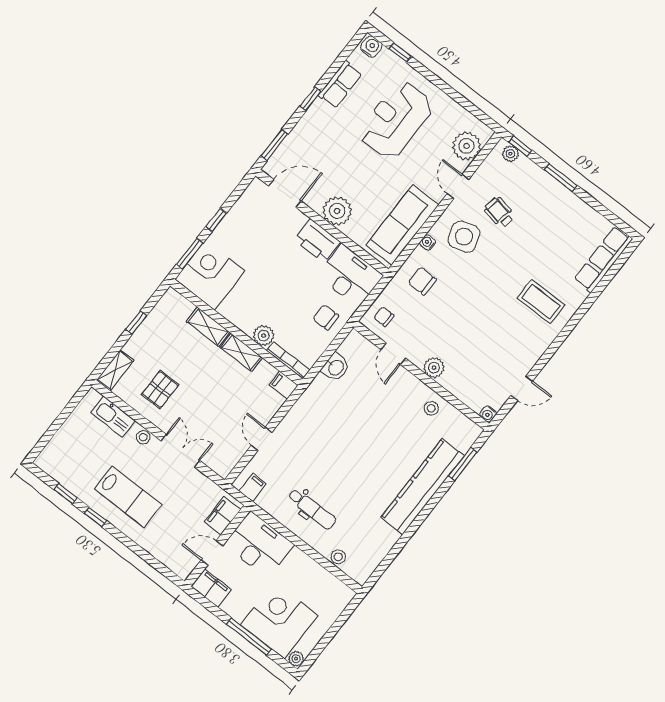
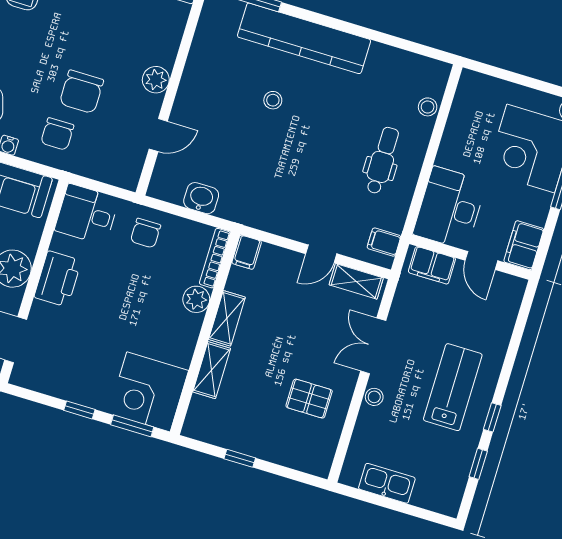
desk: (350, 276) -> (87, 214), width x0.73
chair: (384, 317) -> (82, 92), moved, width x1.87, depth x1.87
shelving: (115, 370) -> (356, 281), moved
stool: (431, 408) -> (273, 100), moved
kitchen sink: (113, 417) -> (387, 483), moved, turned -90

